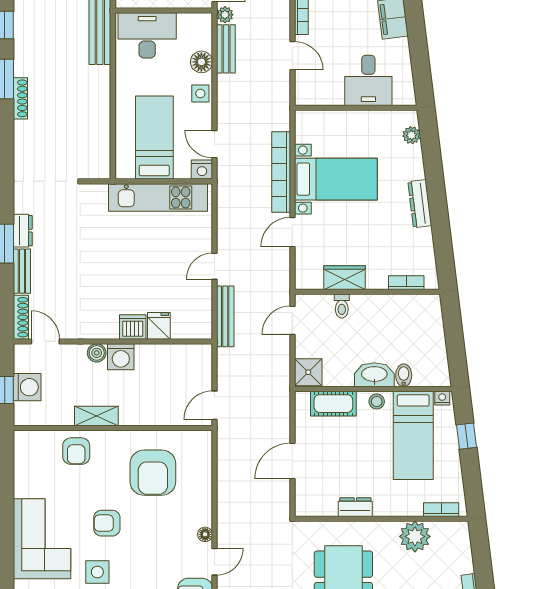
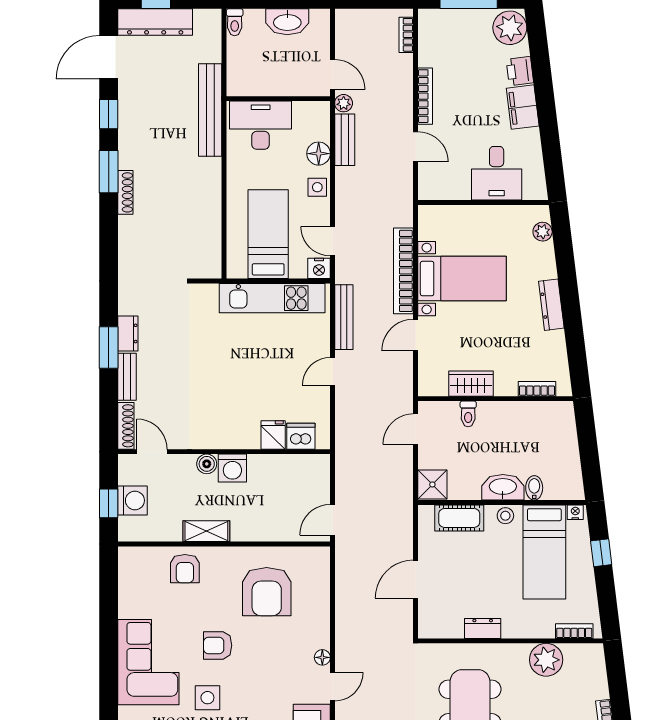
bench: (225, 316) -> (344, 317), moved
dishwasher: (133, 327) -> (301, 436), moved

